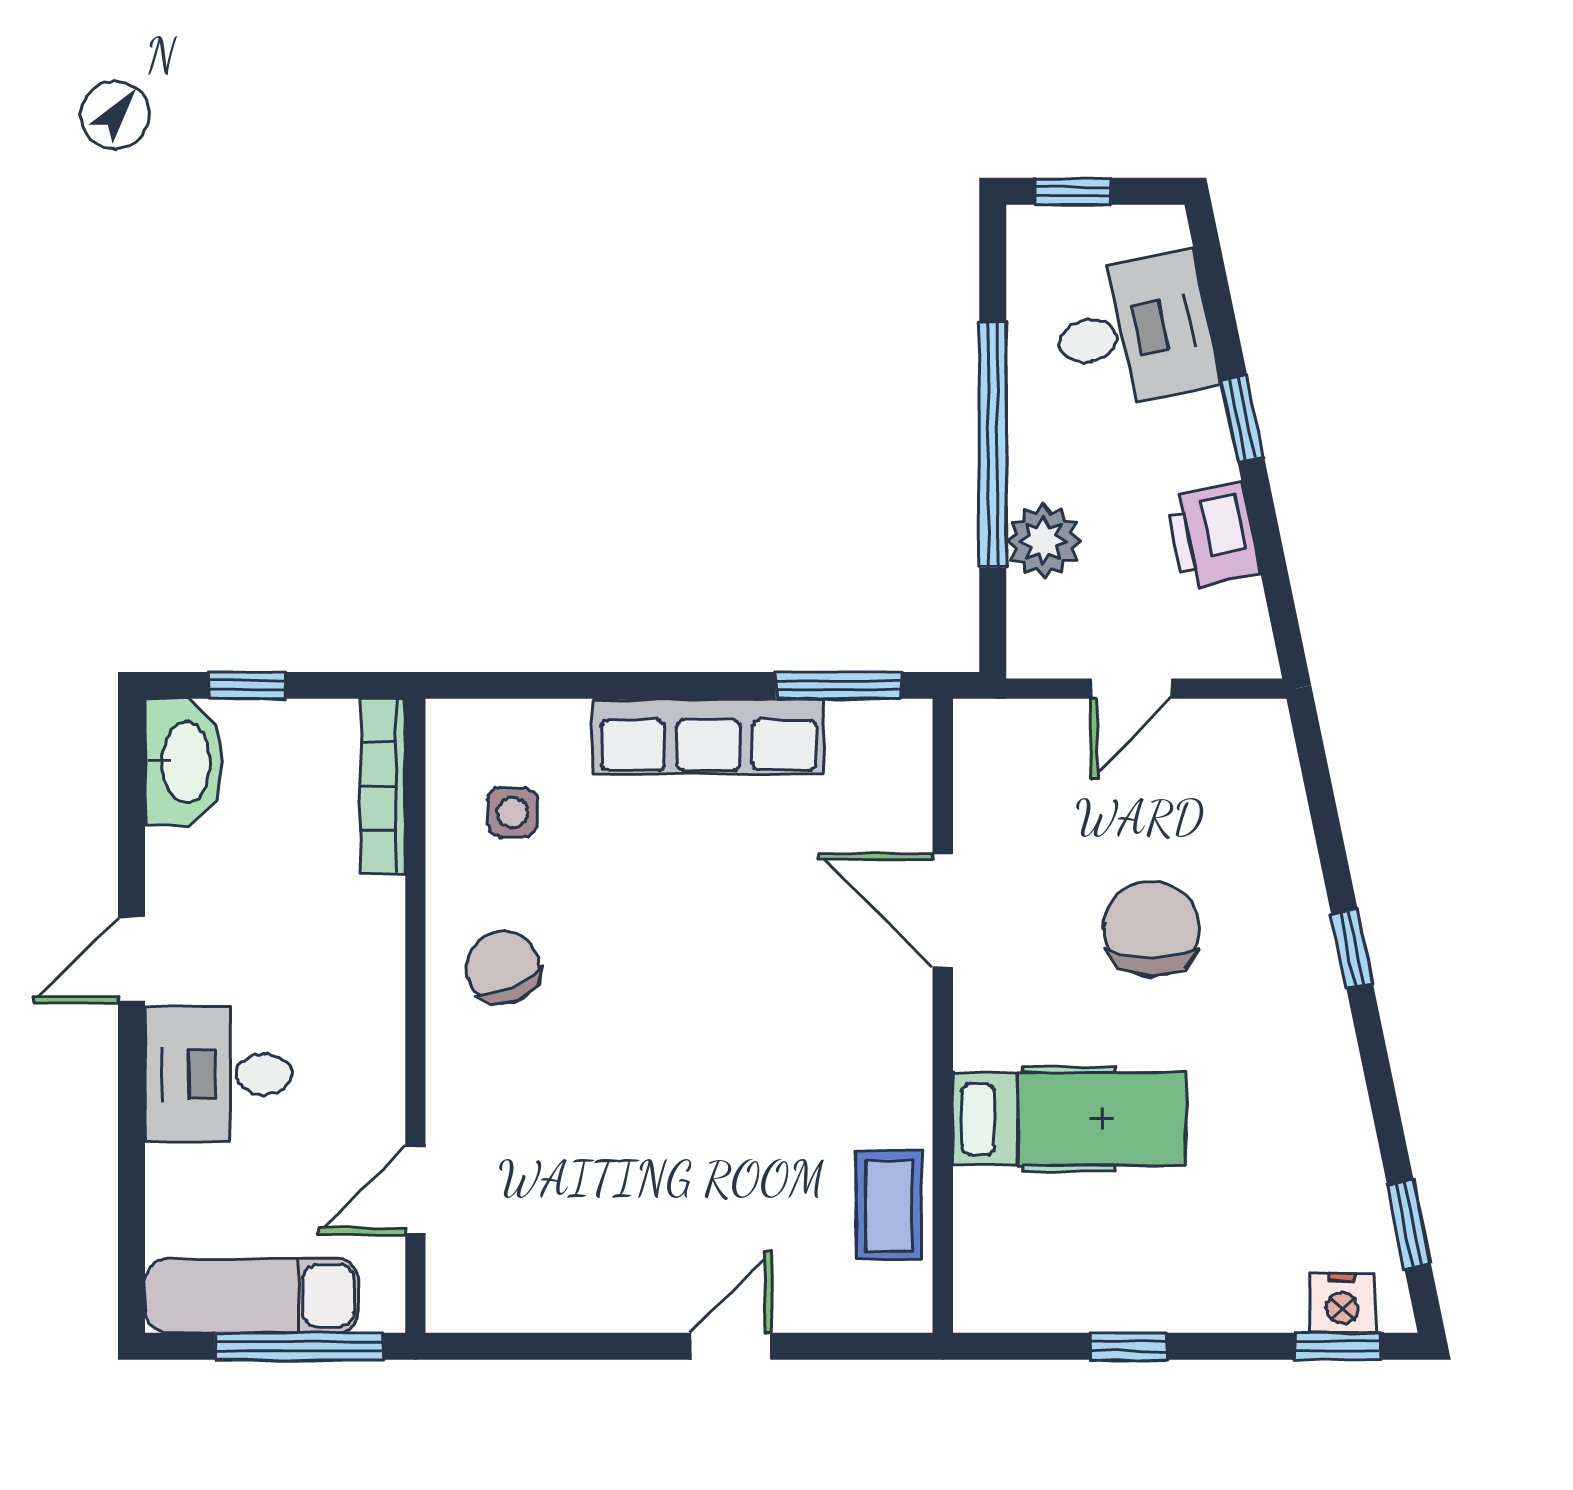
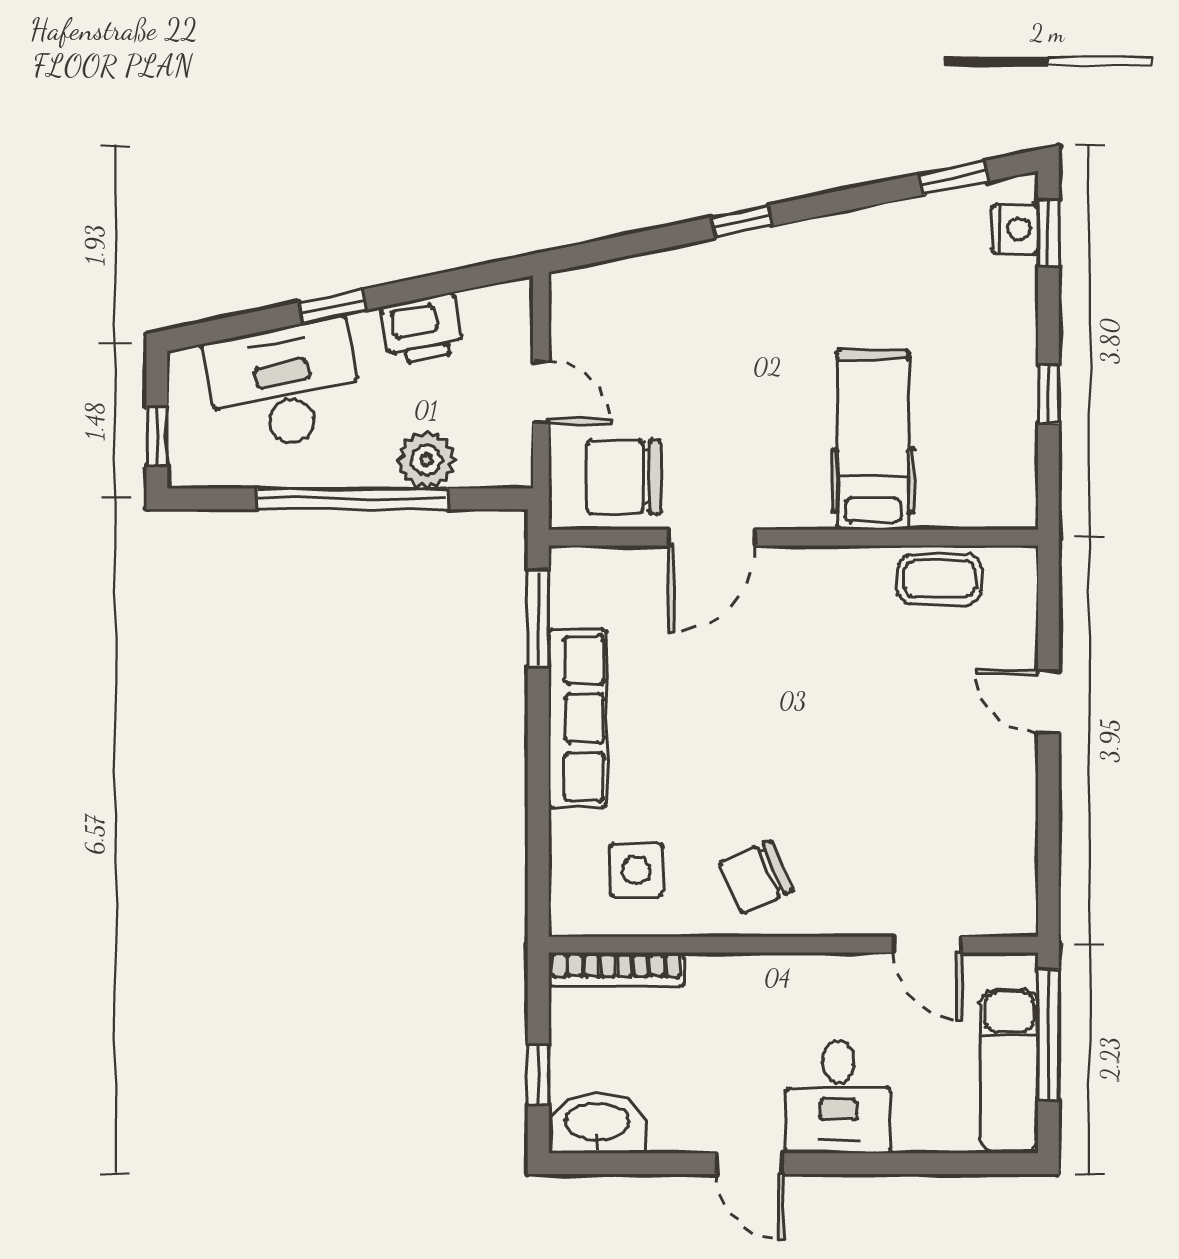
desk: (1134, 331) -> (285, 386), width x1.37
side table: (512, 812) -> (636, 870), width x1.37, depth x1.37
chair: (1152, 929) -> (624, 477), moved

